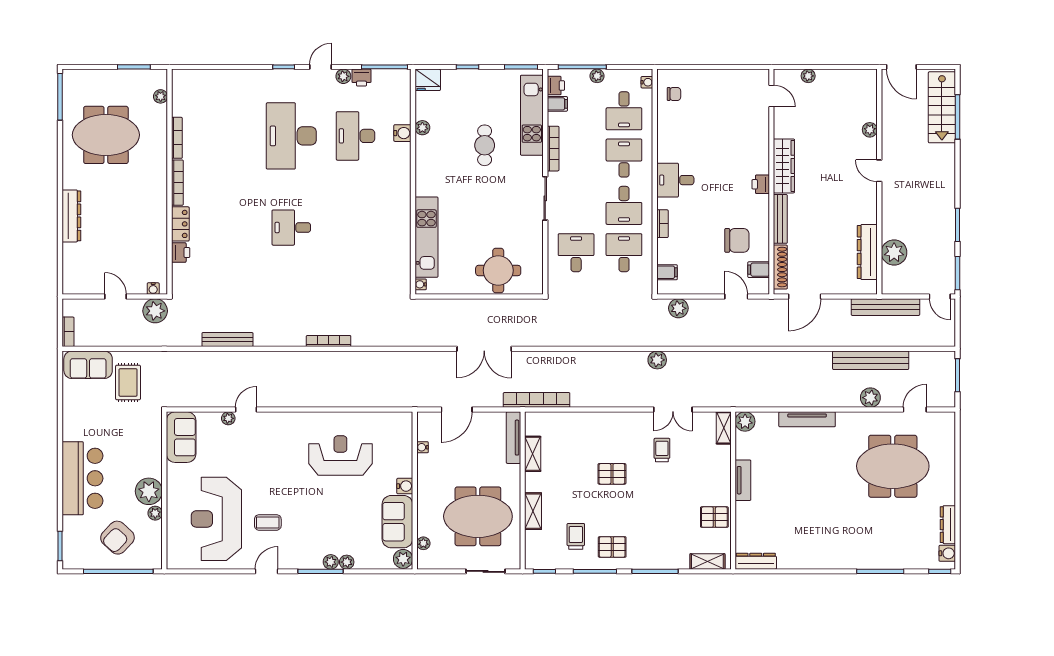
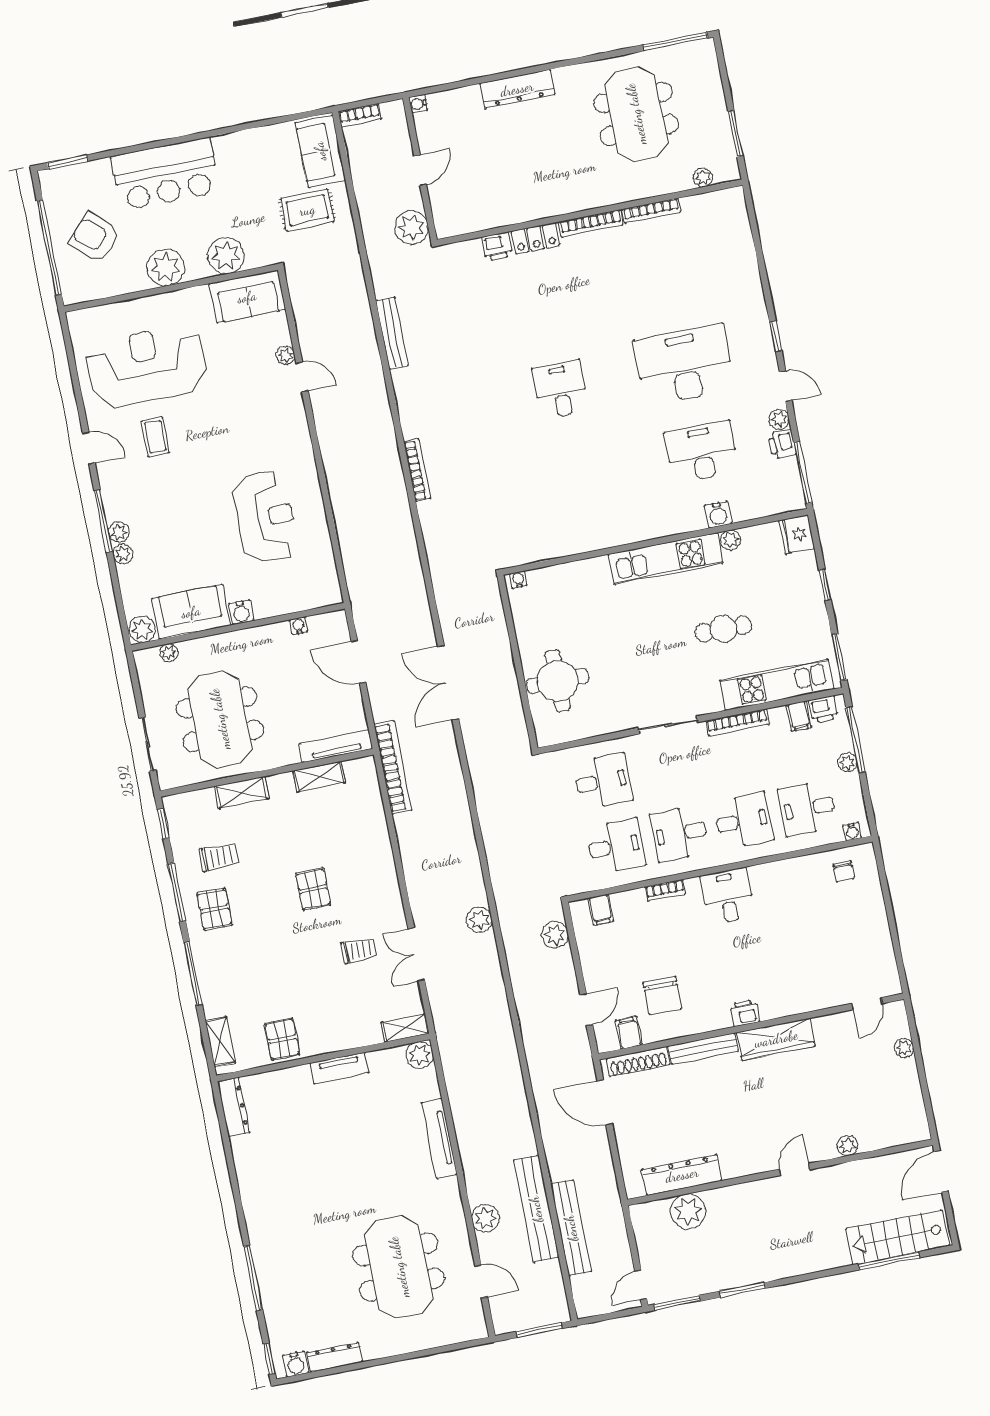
kitchen unit: (426, 237) -> (666, 559), moved
water cooler: (153, 289) -> (418, 104), moved
bench: (885, 307) -> (571, 1228), moved
plant: (155, 513) -> (226, 256), moved, width x1.88, depth x1.88

